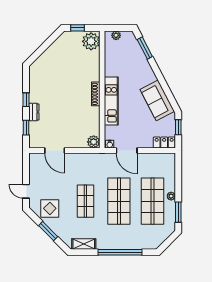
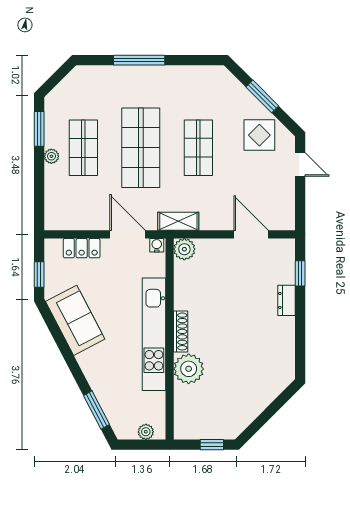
plant: (91, 41) -> (189, 369), moved
window: (26, 100) -> (300, 321), removed
kitchen unit: (111, 101) -> (154, 334), width x1.36
locker: (164, 142) -> (82, 248), moved
shop shelf: (153, 201) -> (83, 148), width x0.70, depth x0.74
shelving: (84, 244) -> (178, 221), moved
window: (120, 252) -> (139, 60), width x0.68

